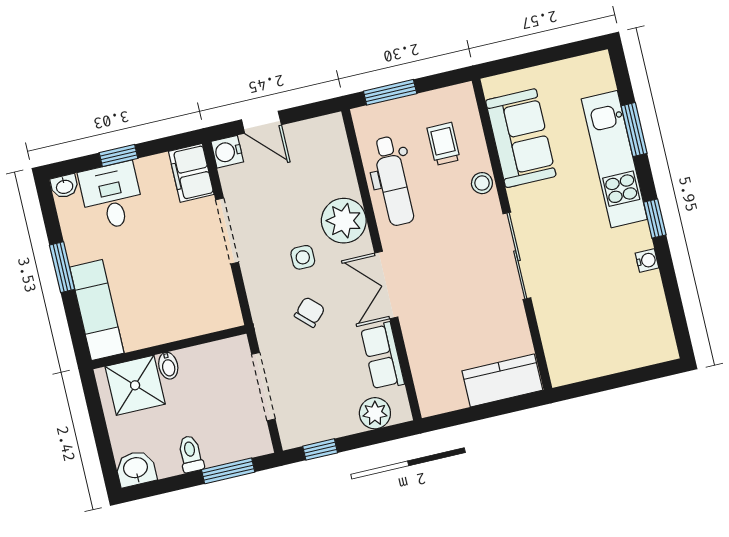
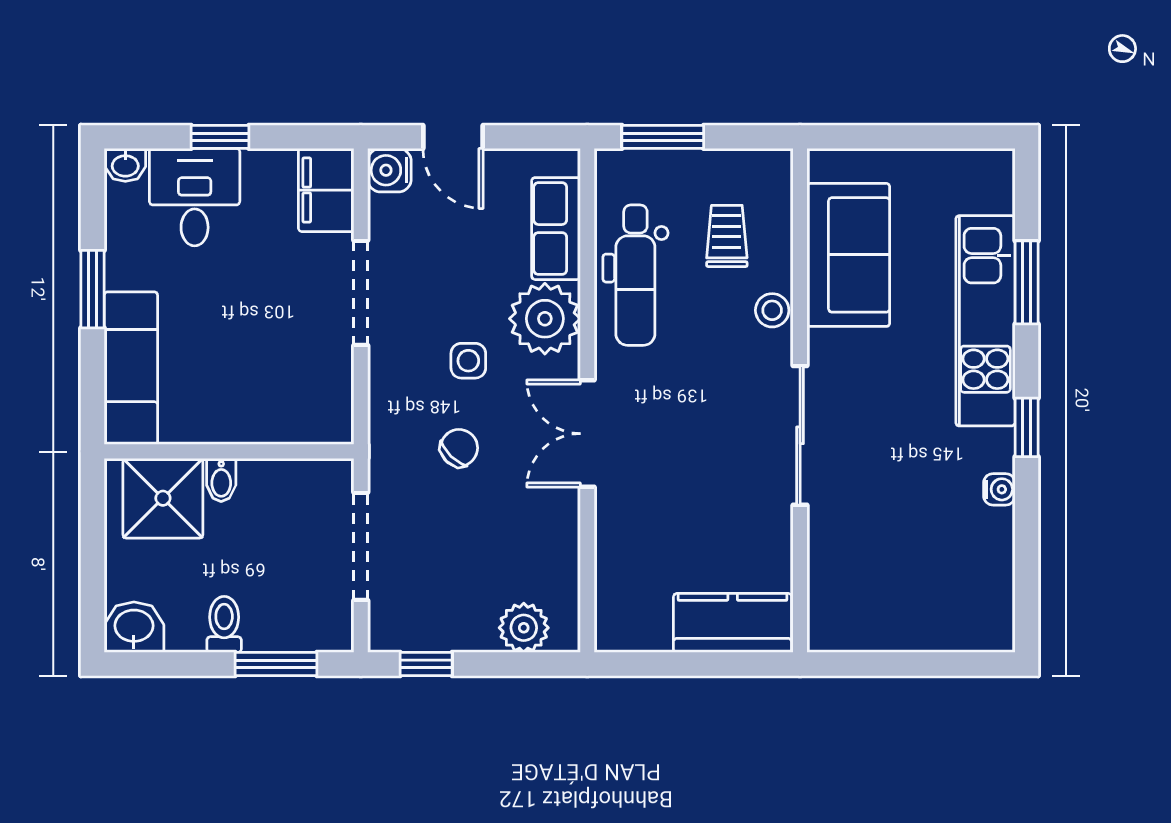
row of seats: (383, 356) -> (556, 229), moved

